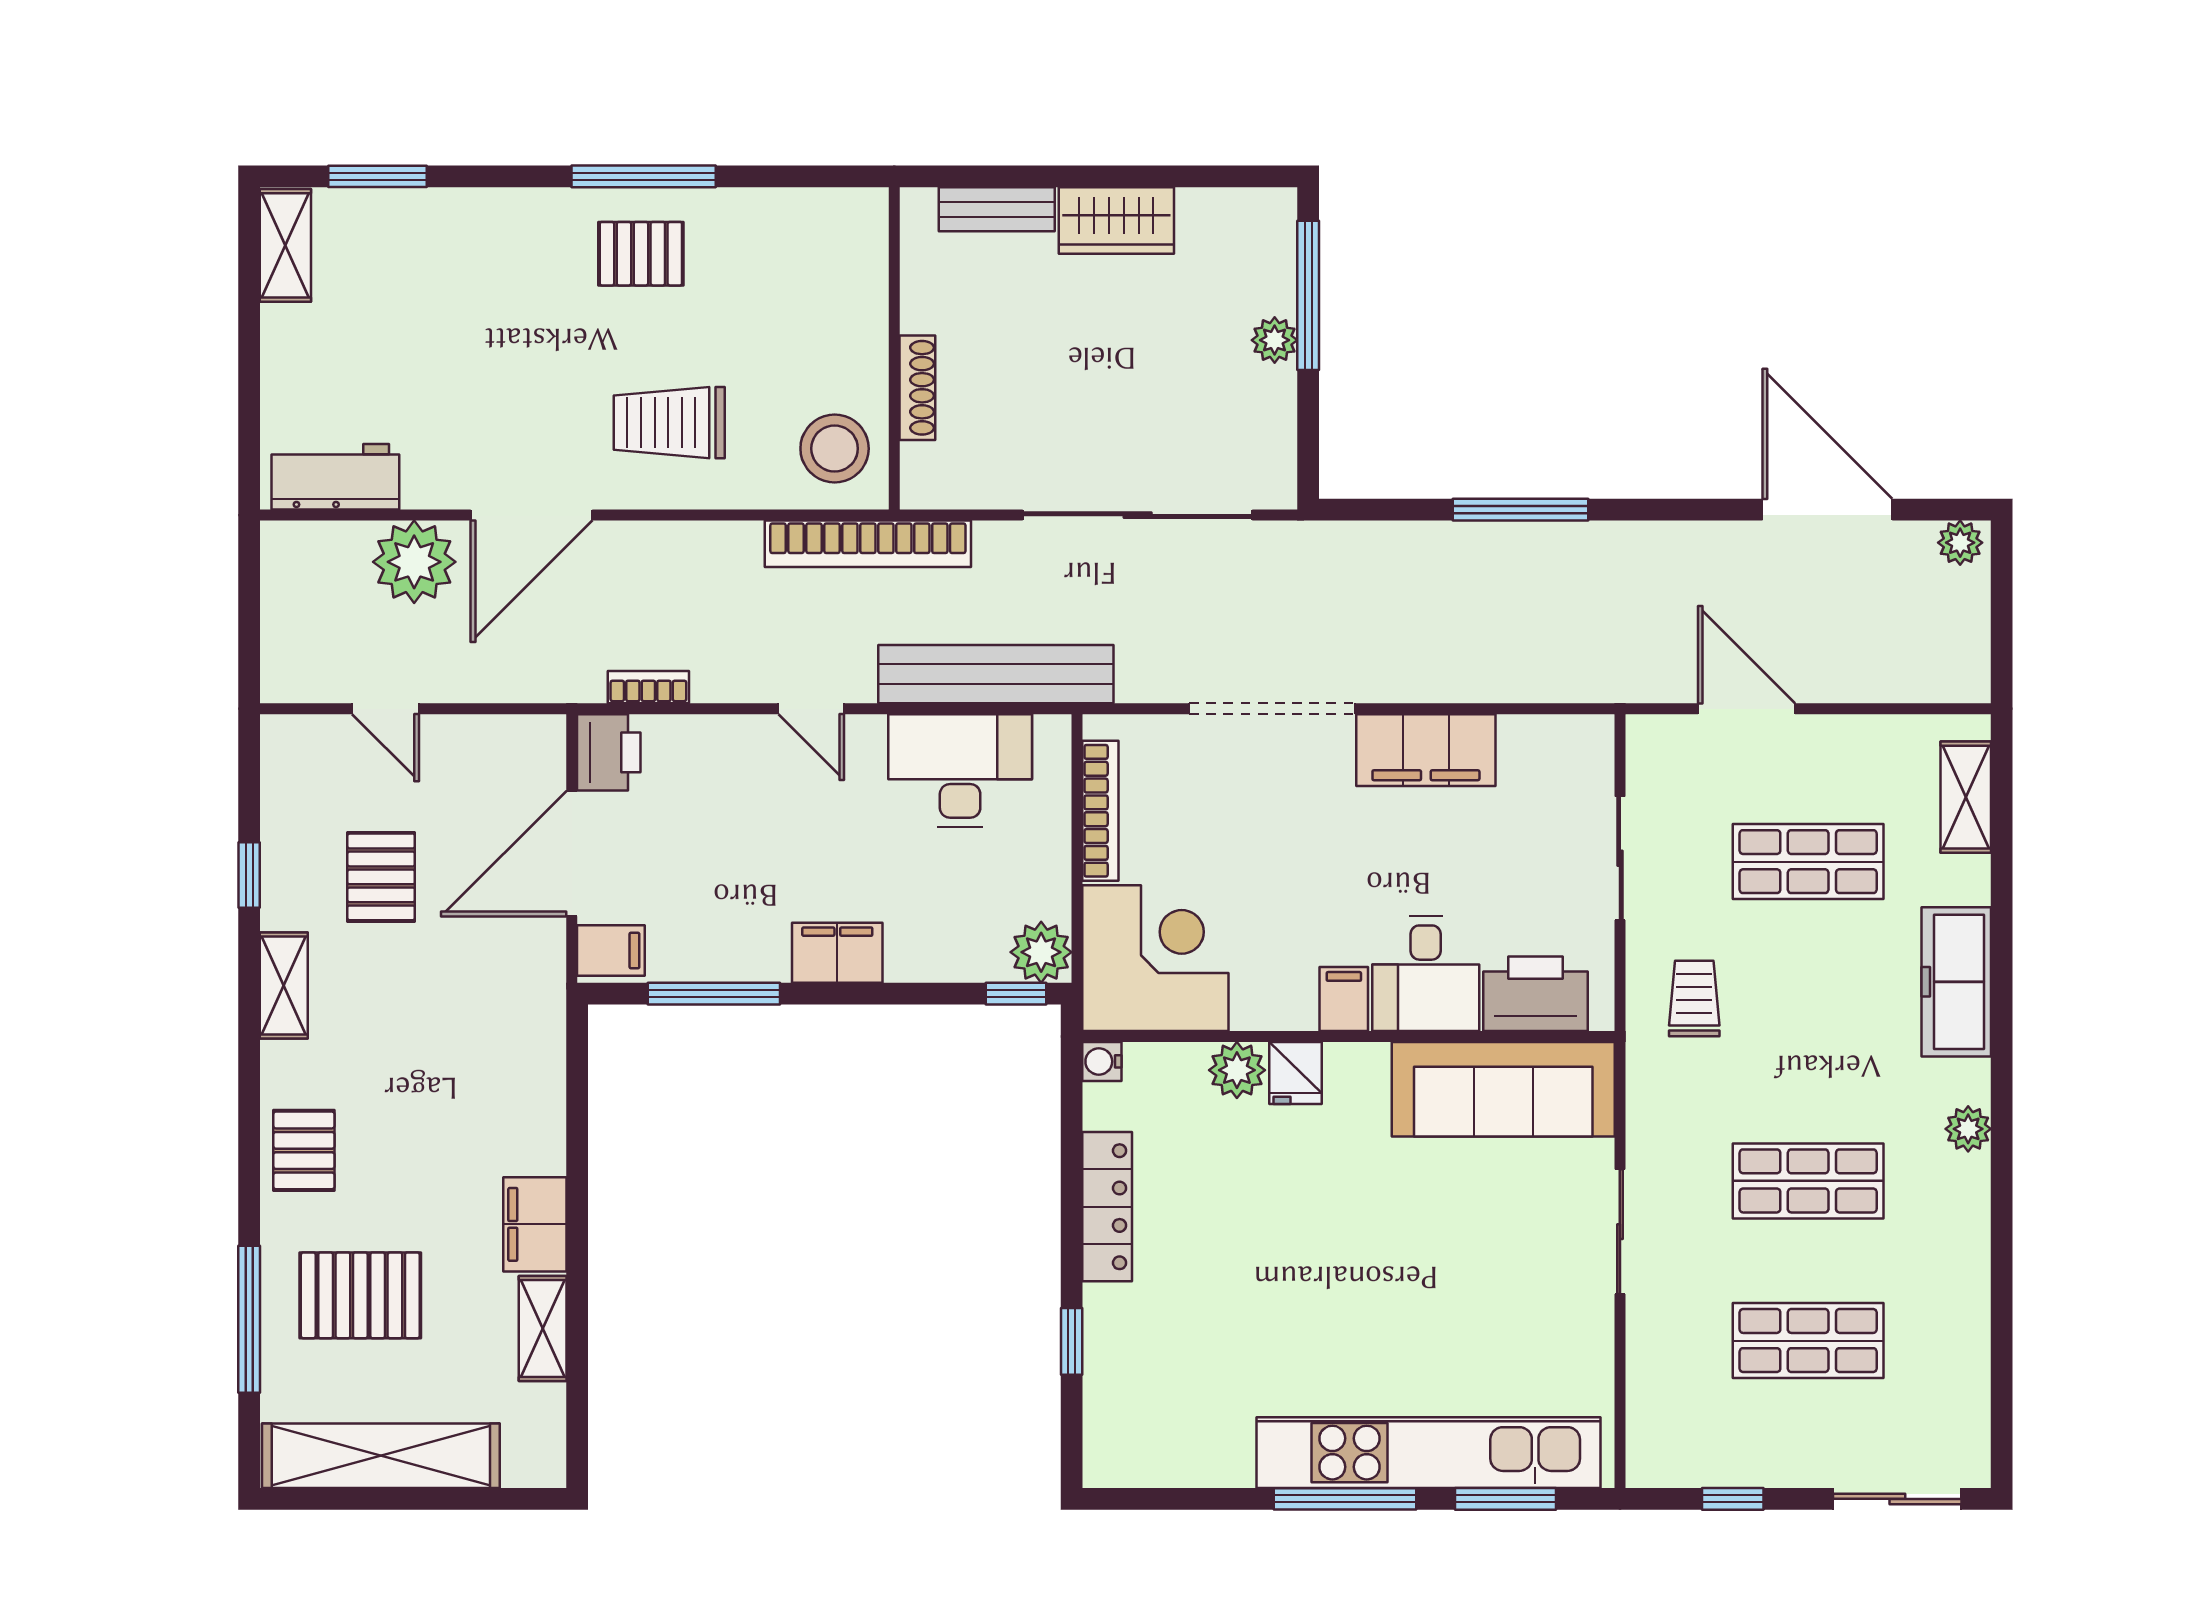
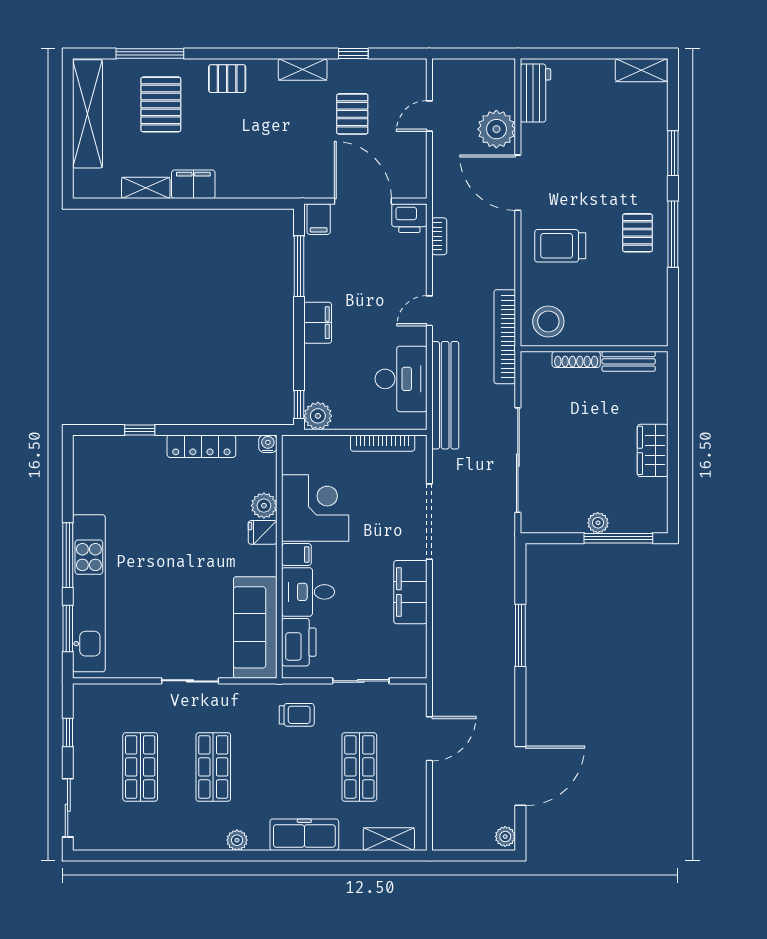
window: (377, 176) -> (673, 153), moved
bench: (997, 209) -> (629, 361), moved, turned 90
trolley: (669, 423) -> (560, 246), turned -90
pallet: (381, 877) -> (352, 114), turned 90
corner desk: (1155, 958) -> (315, 508), moved, turned -90

